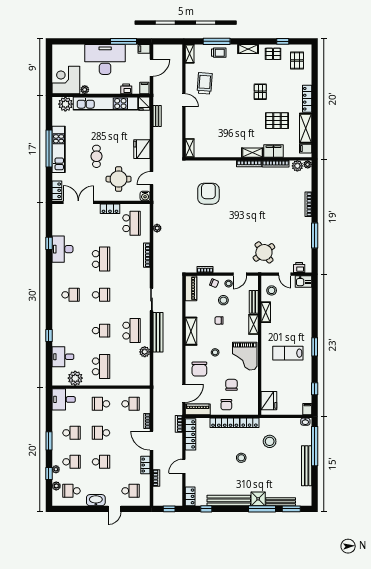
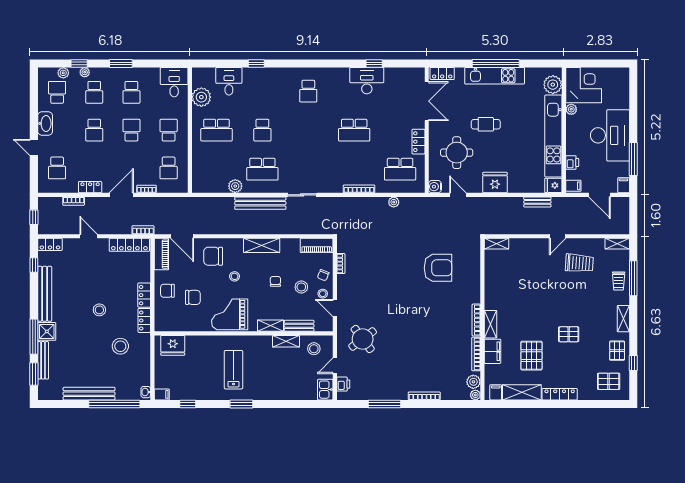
school desk: (101, 295) -> (308, 130), removed
locker: (225, 423) -> (144, 295), width x0.66

